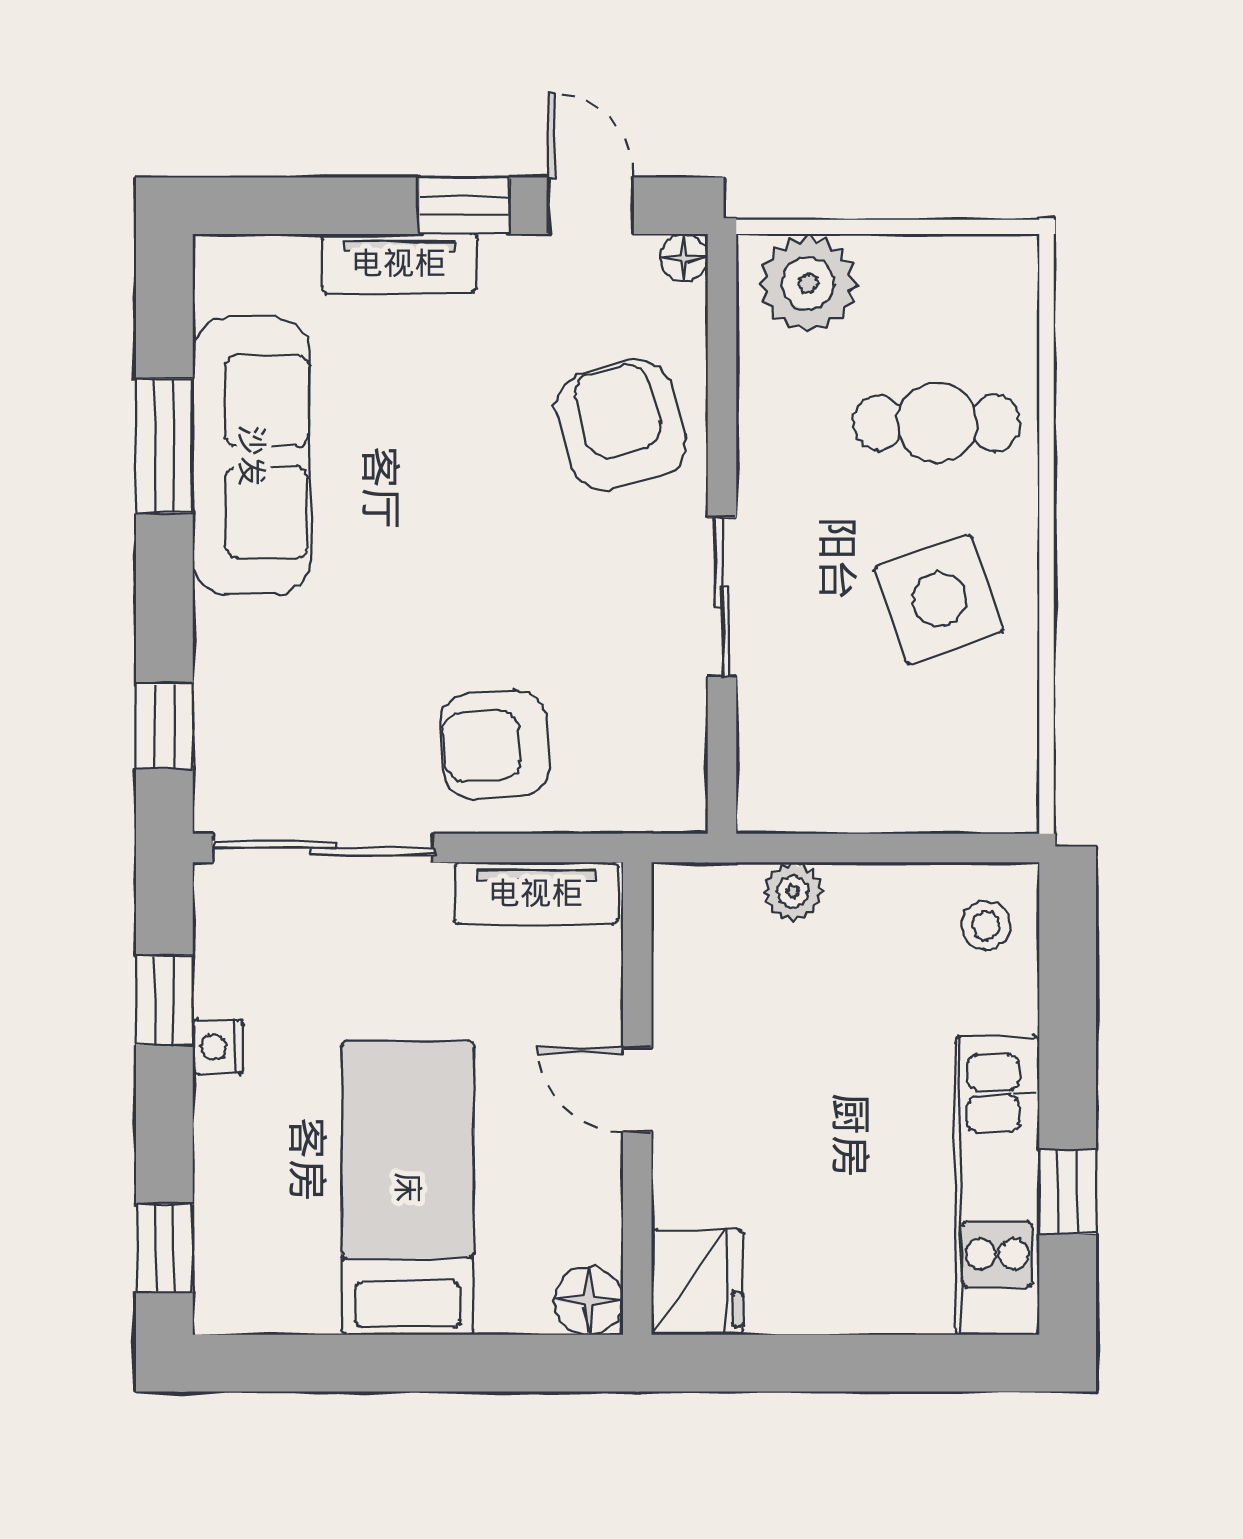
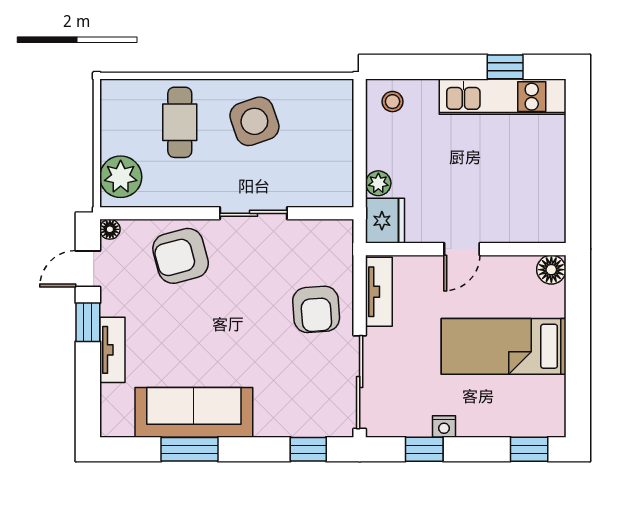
fridge: (697, 1282) -> (385, 221), moved, turned 90

